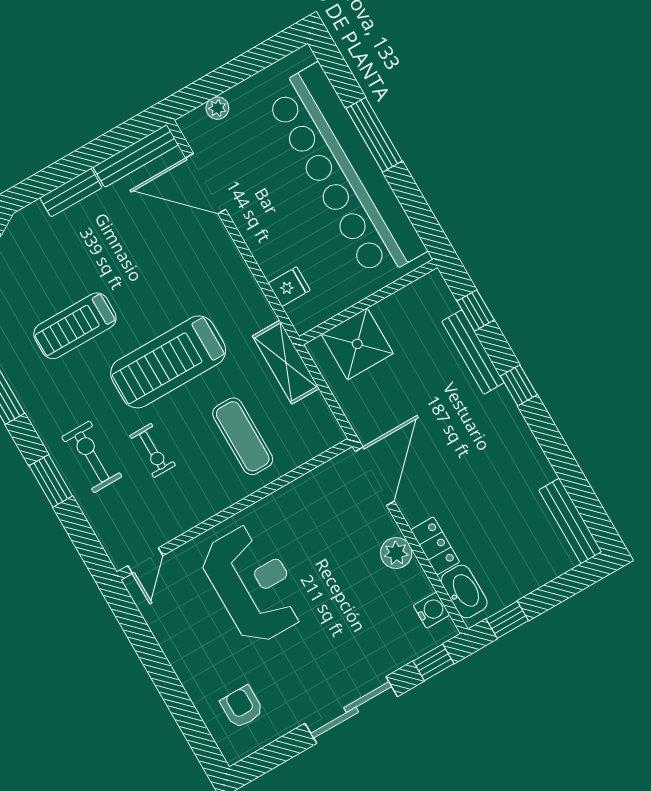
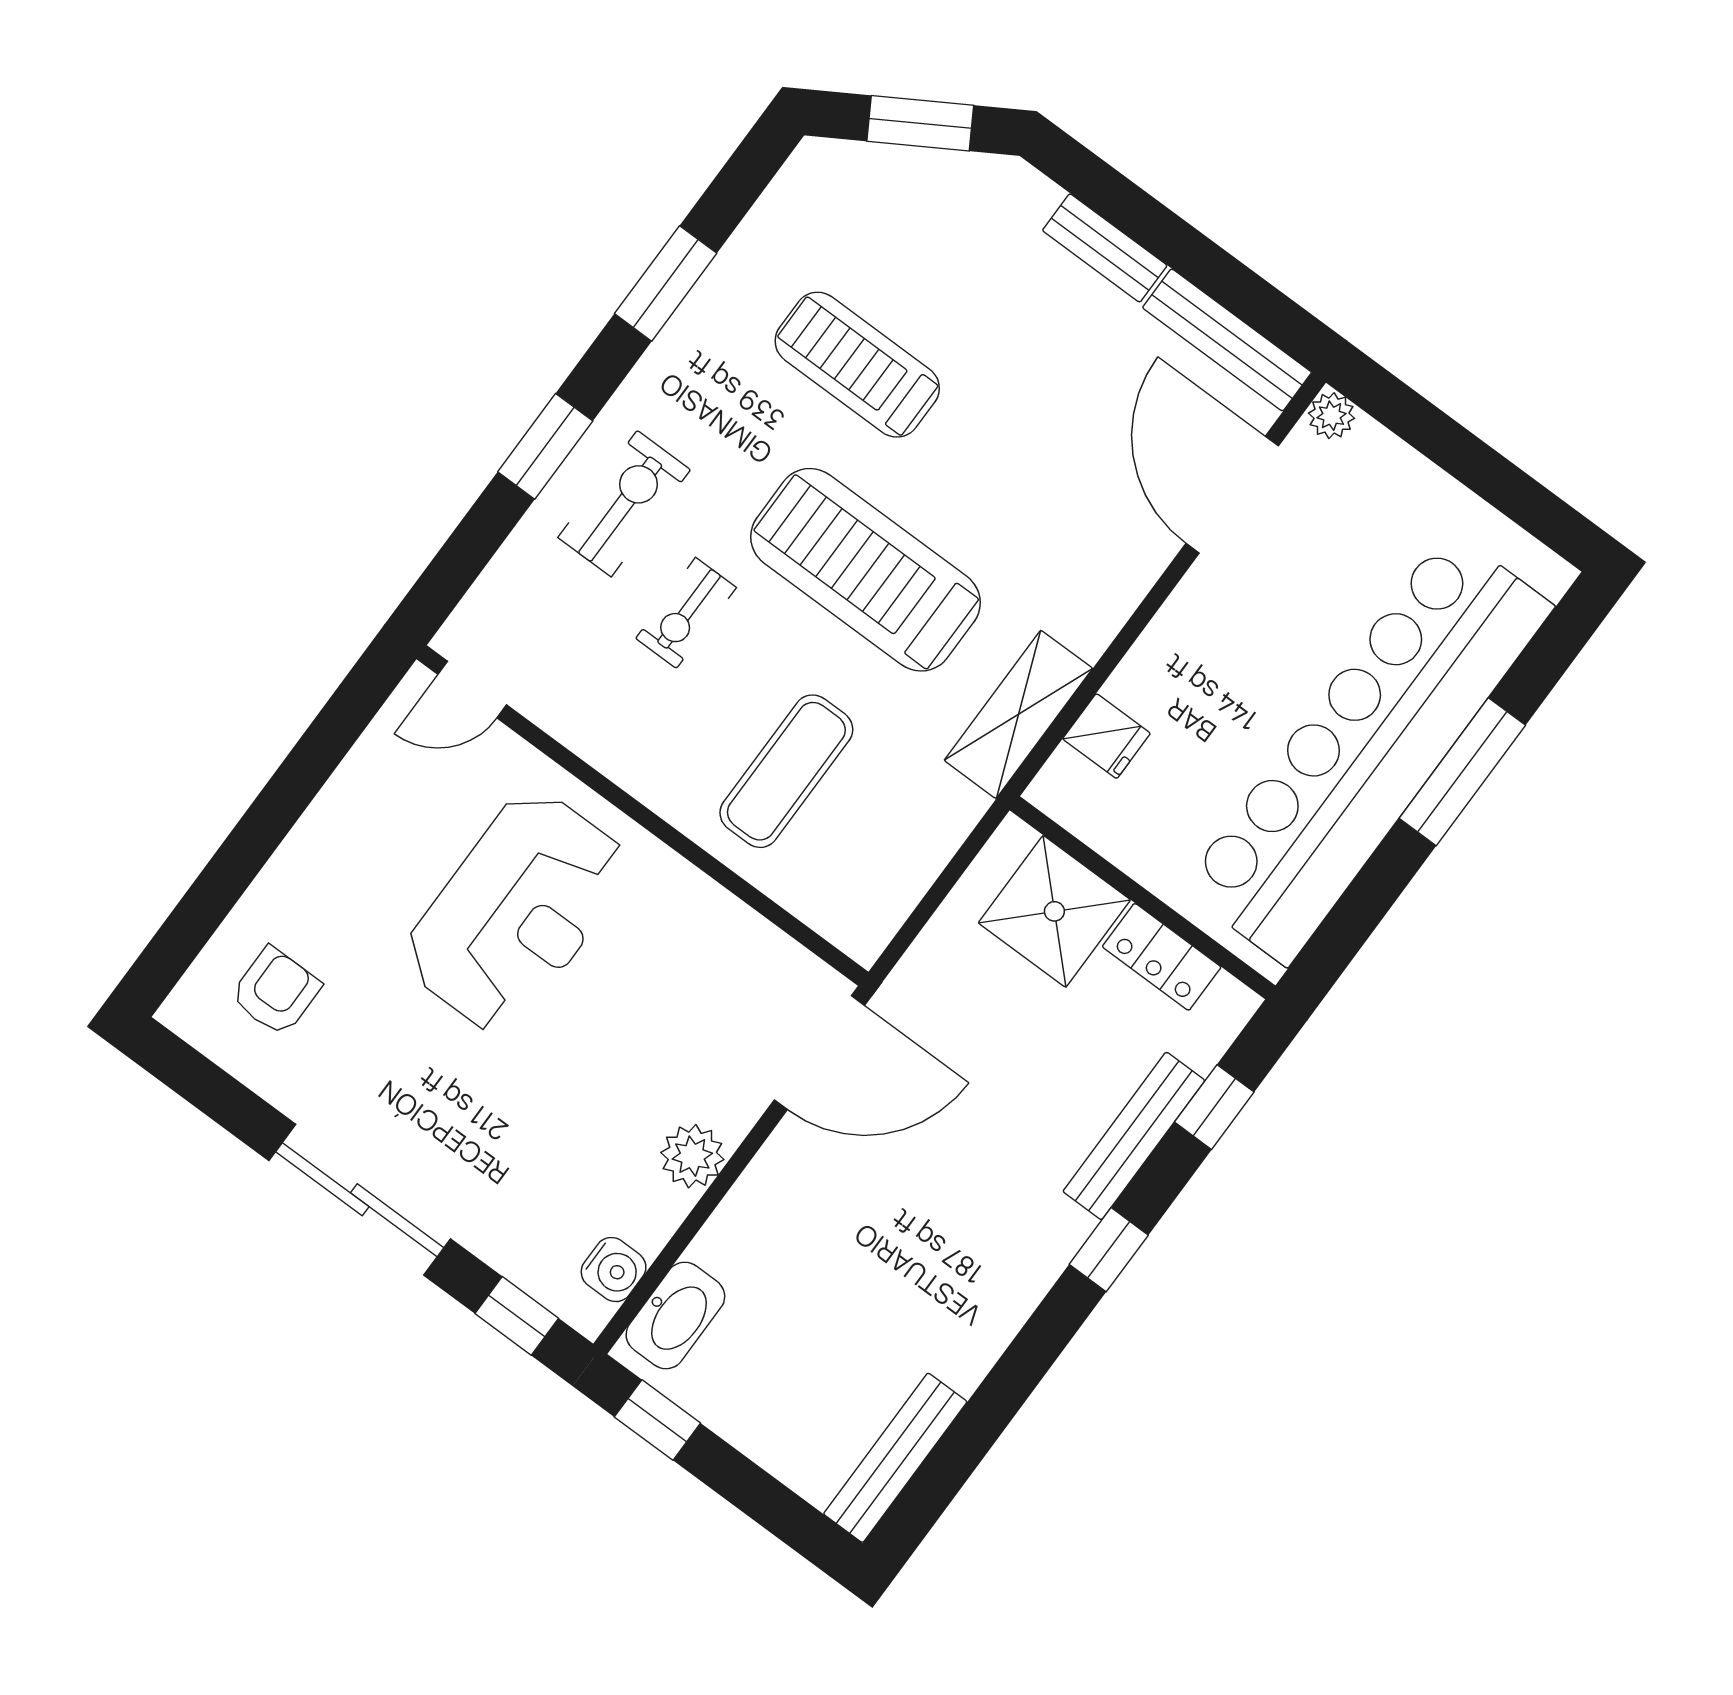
plant: (217, 108) -> (1332, 416), moved
shelving: (286, 362) -> (1018, 714), moved
locker: (435, 546) -> (1162, 957), moved, turned 90

